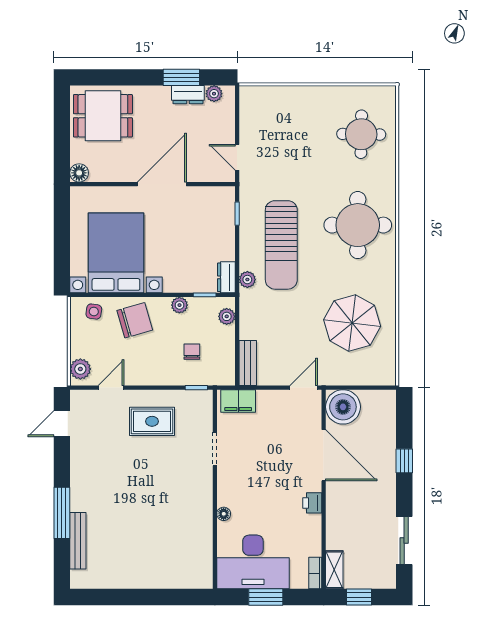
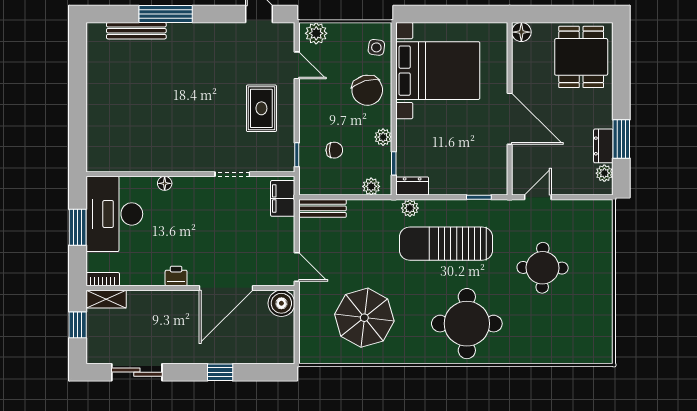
round table: (361, 134) -> (543, 268), moved
boiler: (343, 407) -> (281, 303), width x0.73, depth x0.73

